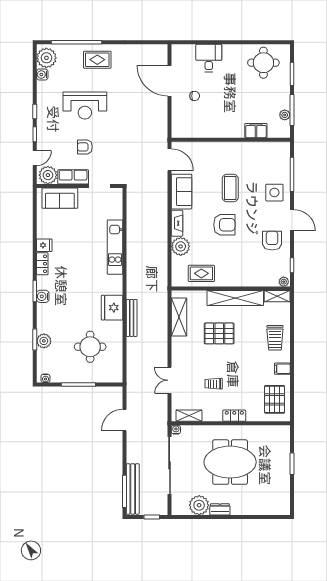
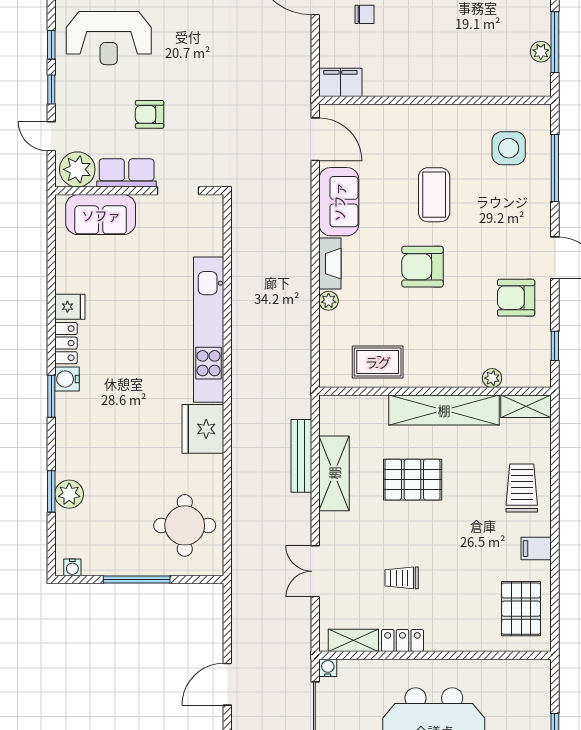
reception desk: (85, 106) -> (109, 38), moved
filing cabinet: (256, 131) -> (340, 82), moved
door: (35, 158) -> (51, 136), swing flipped
side table: (274, 193) -> (509, 148), moved
armchair: (224, 225) -> (423, 267), turned 180
armchair: (272, 241) -> (516, 298), turned -90
plant: (181, 246) -> (329, 301), width x0.53, depth x0.53
kitchen unit: (115, 247) -> (209, 330), width x1.36
plant: (284, 282) -> (492, 378), moved
water cooler: (43, 296) -> (67, 379), moved
shelving: (179, 317) -> (334, 473), moved
bench: (132, 318) -> (301, 456), moved
trolley: (275, 338) -> (522, 488), turned 180
round table: (90, 347) -> (185, 525), moved
locker: (234, 416) -> (402, 641), moved
door: (125, 420) -> (227, 684), moved

